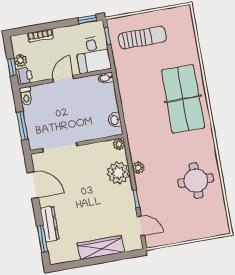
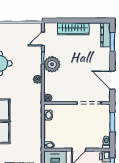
plant: (118, 173) -> (52, 64), moved
dresser: (50, 224) -> (105, 35), moved
door: (141, 226) -> (43, 39), hinge flipped

